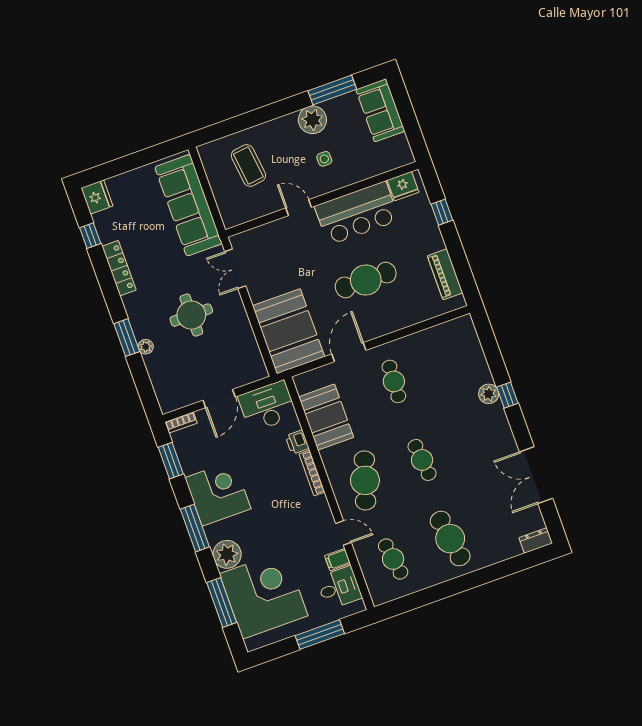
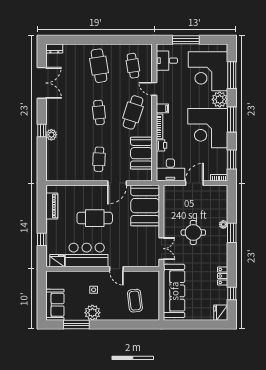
locker: (119, 268) -> (223, 276), width x0.66
corner desk: (218, 493) -> (208, 128), width x1.36, depth x1.36
filing cabinet: (338, 560) -> (162, 108), moved

